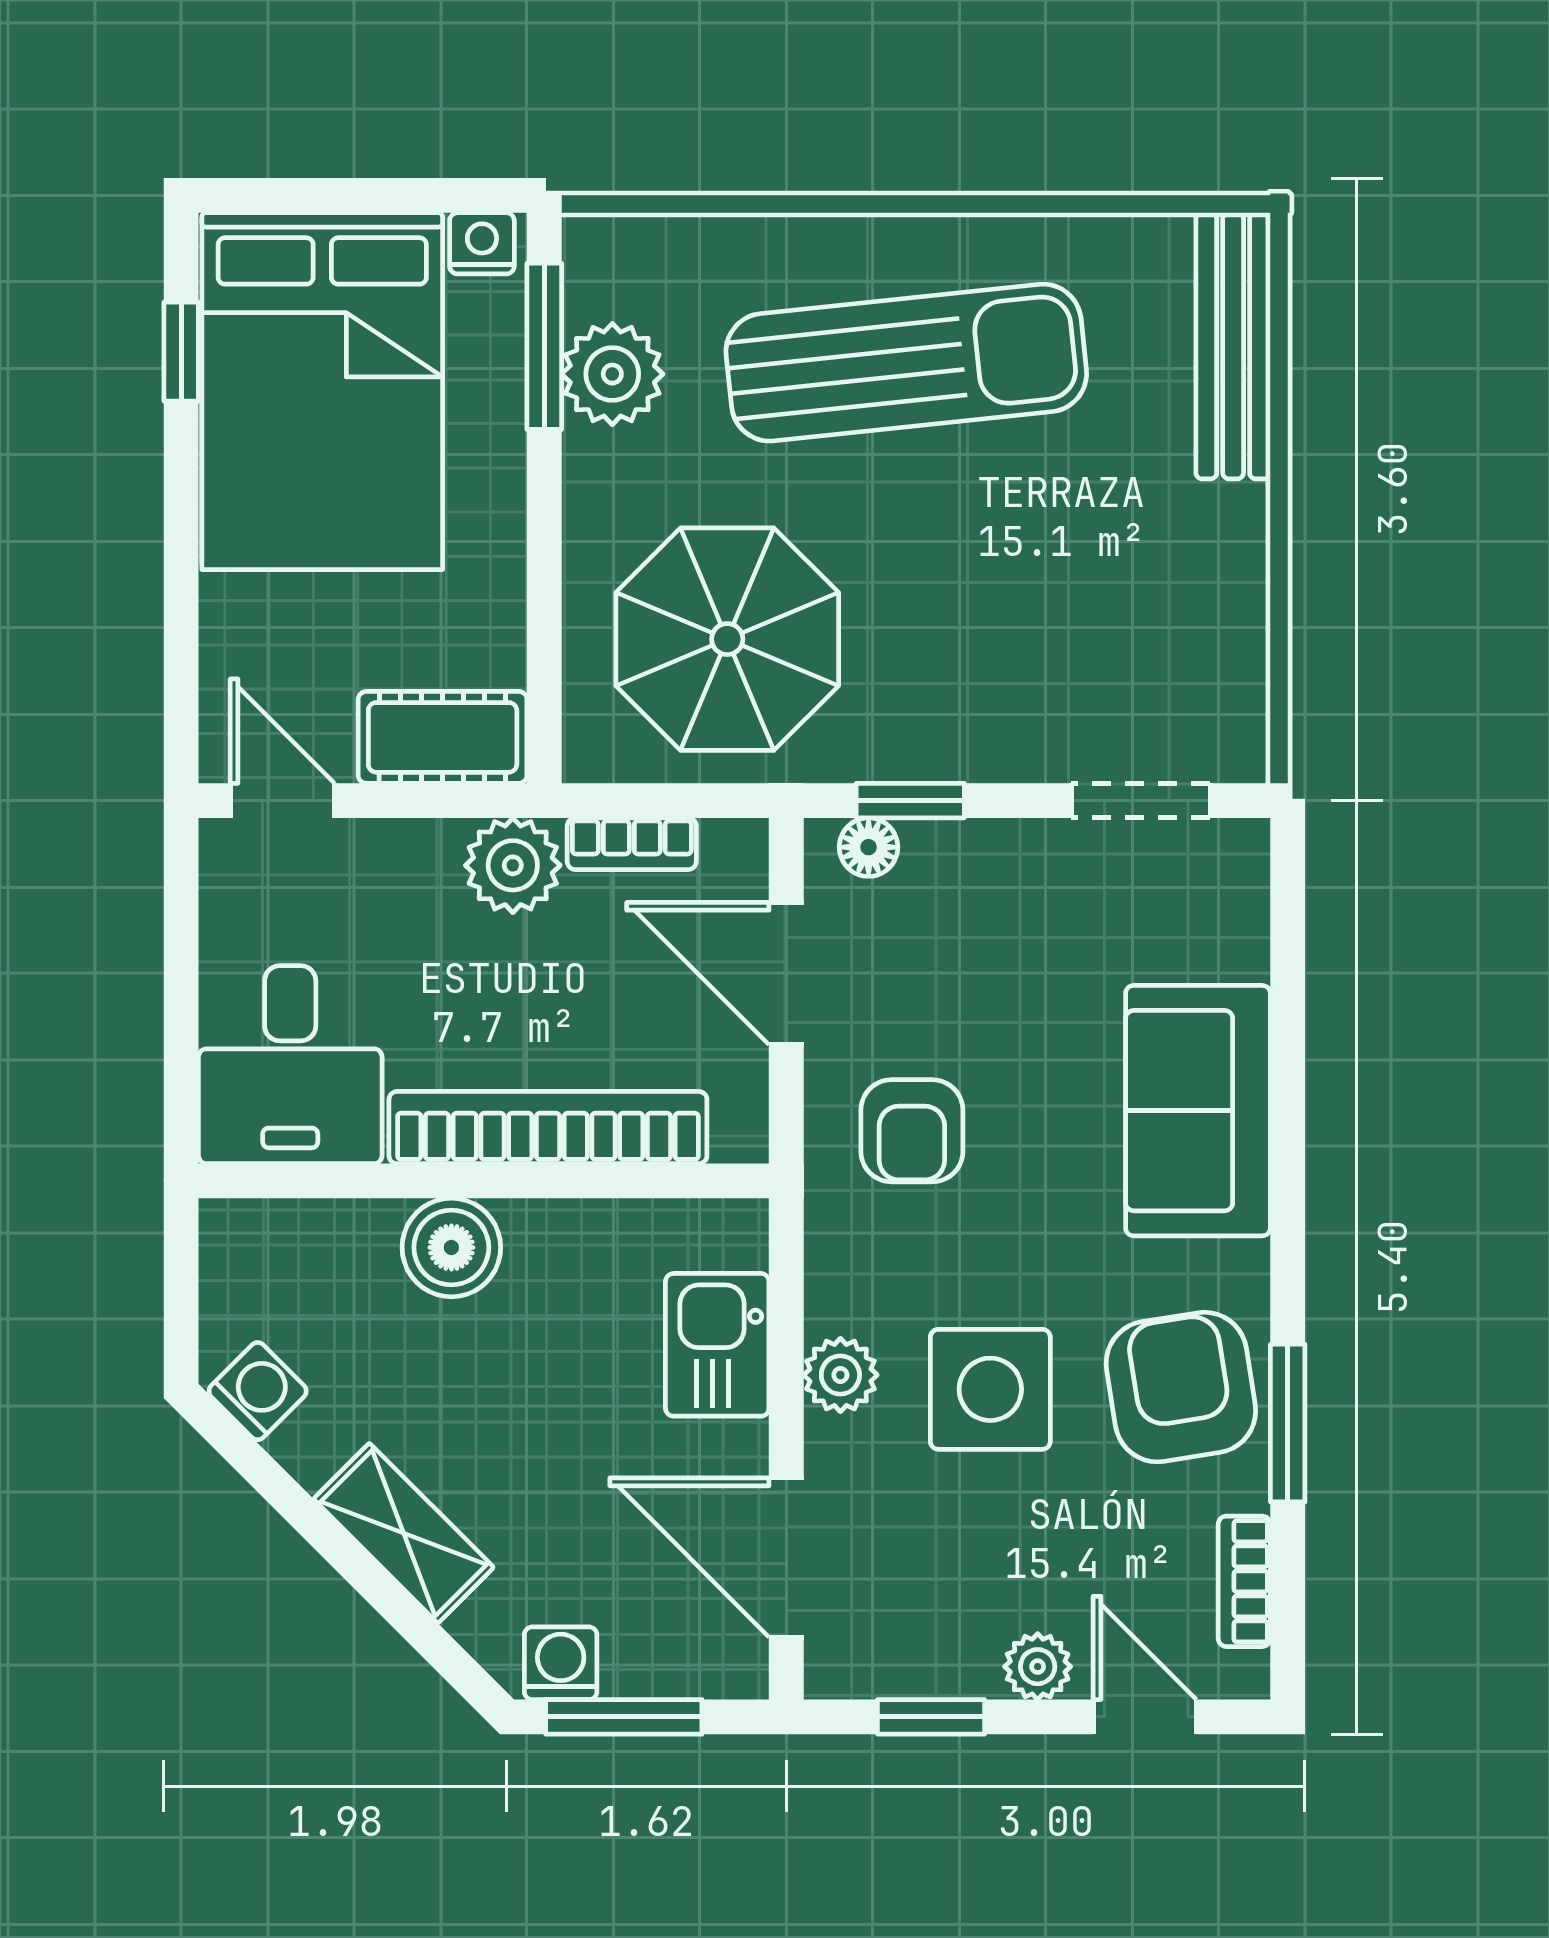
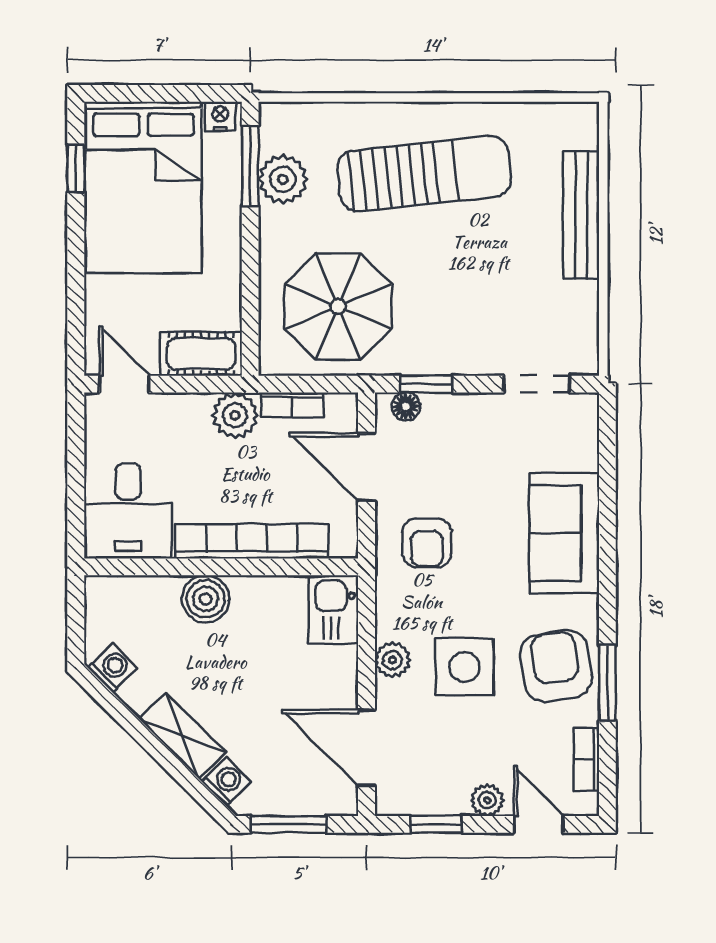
bench: (1233, 346) -> (581, 215), moved
kitchen sink: (717, 1345) -> (333, 609), moved
washing machine: (561, 1663) -> (226, 782), moved, turned 45

